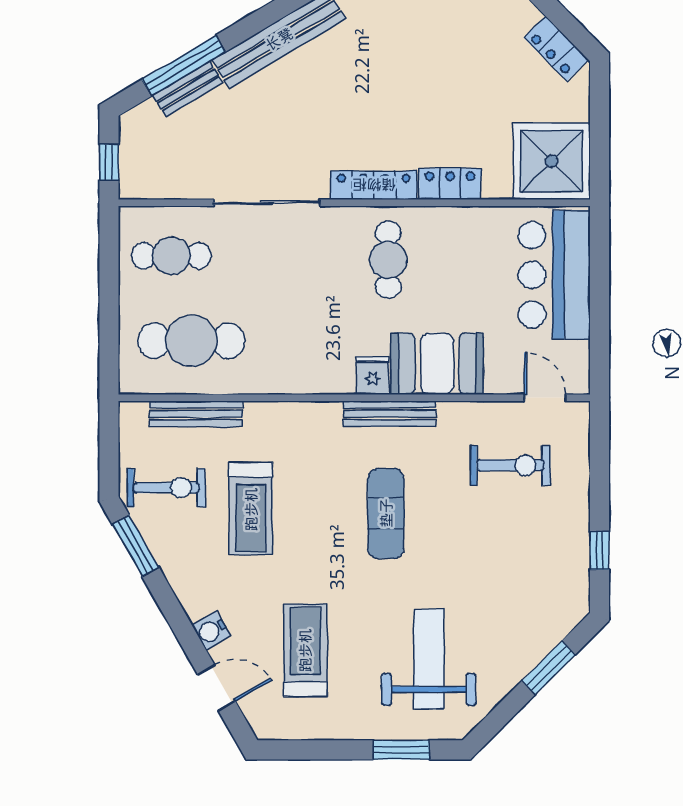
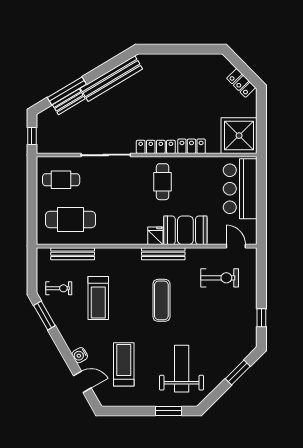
exercise bike: (166, 488) -> (59, 288), width x0.73, depth x0.72

